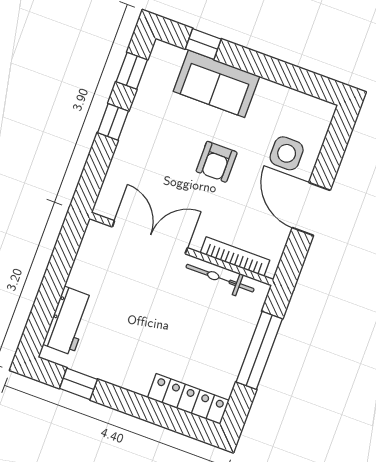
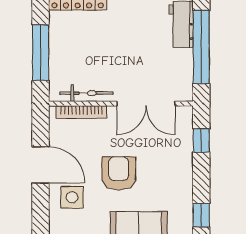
window: (113, 122) -> (201, 141), moved
armchair: (217, 162) -> (119, 173), width x1.38, depth x1.38
window: (54, 283) -> (201, 47), added

